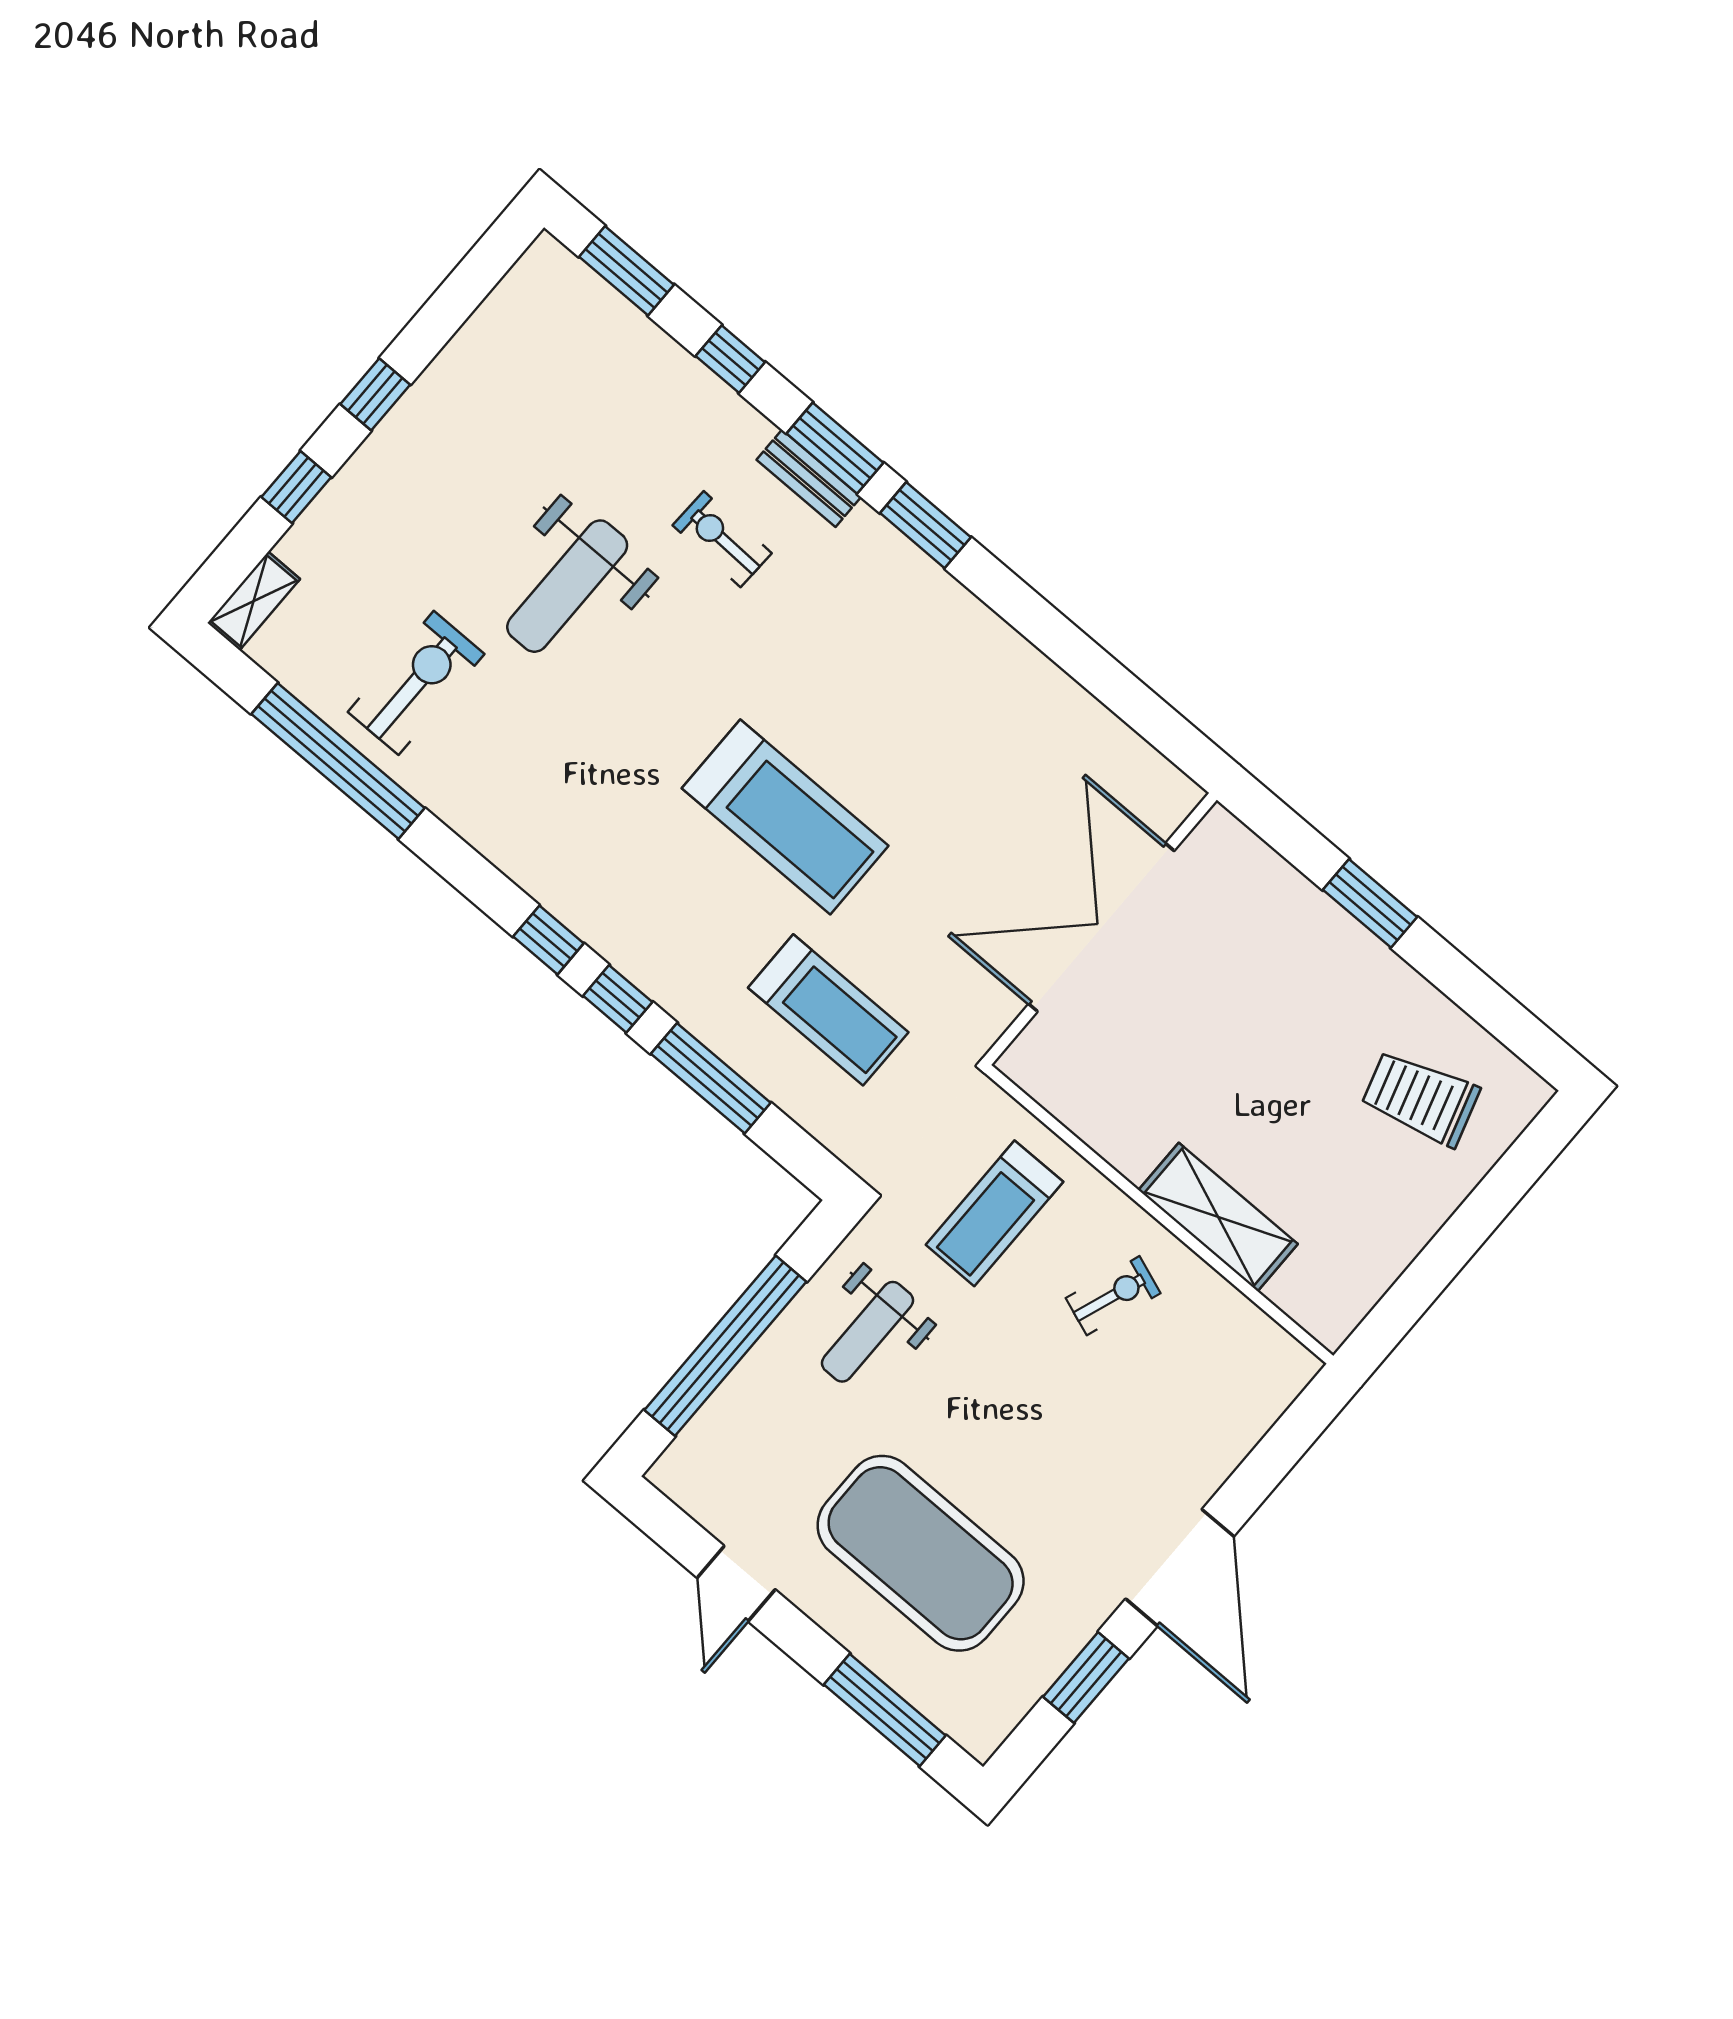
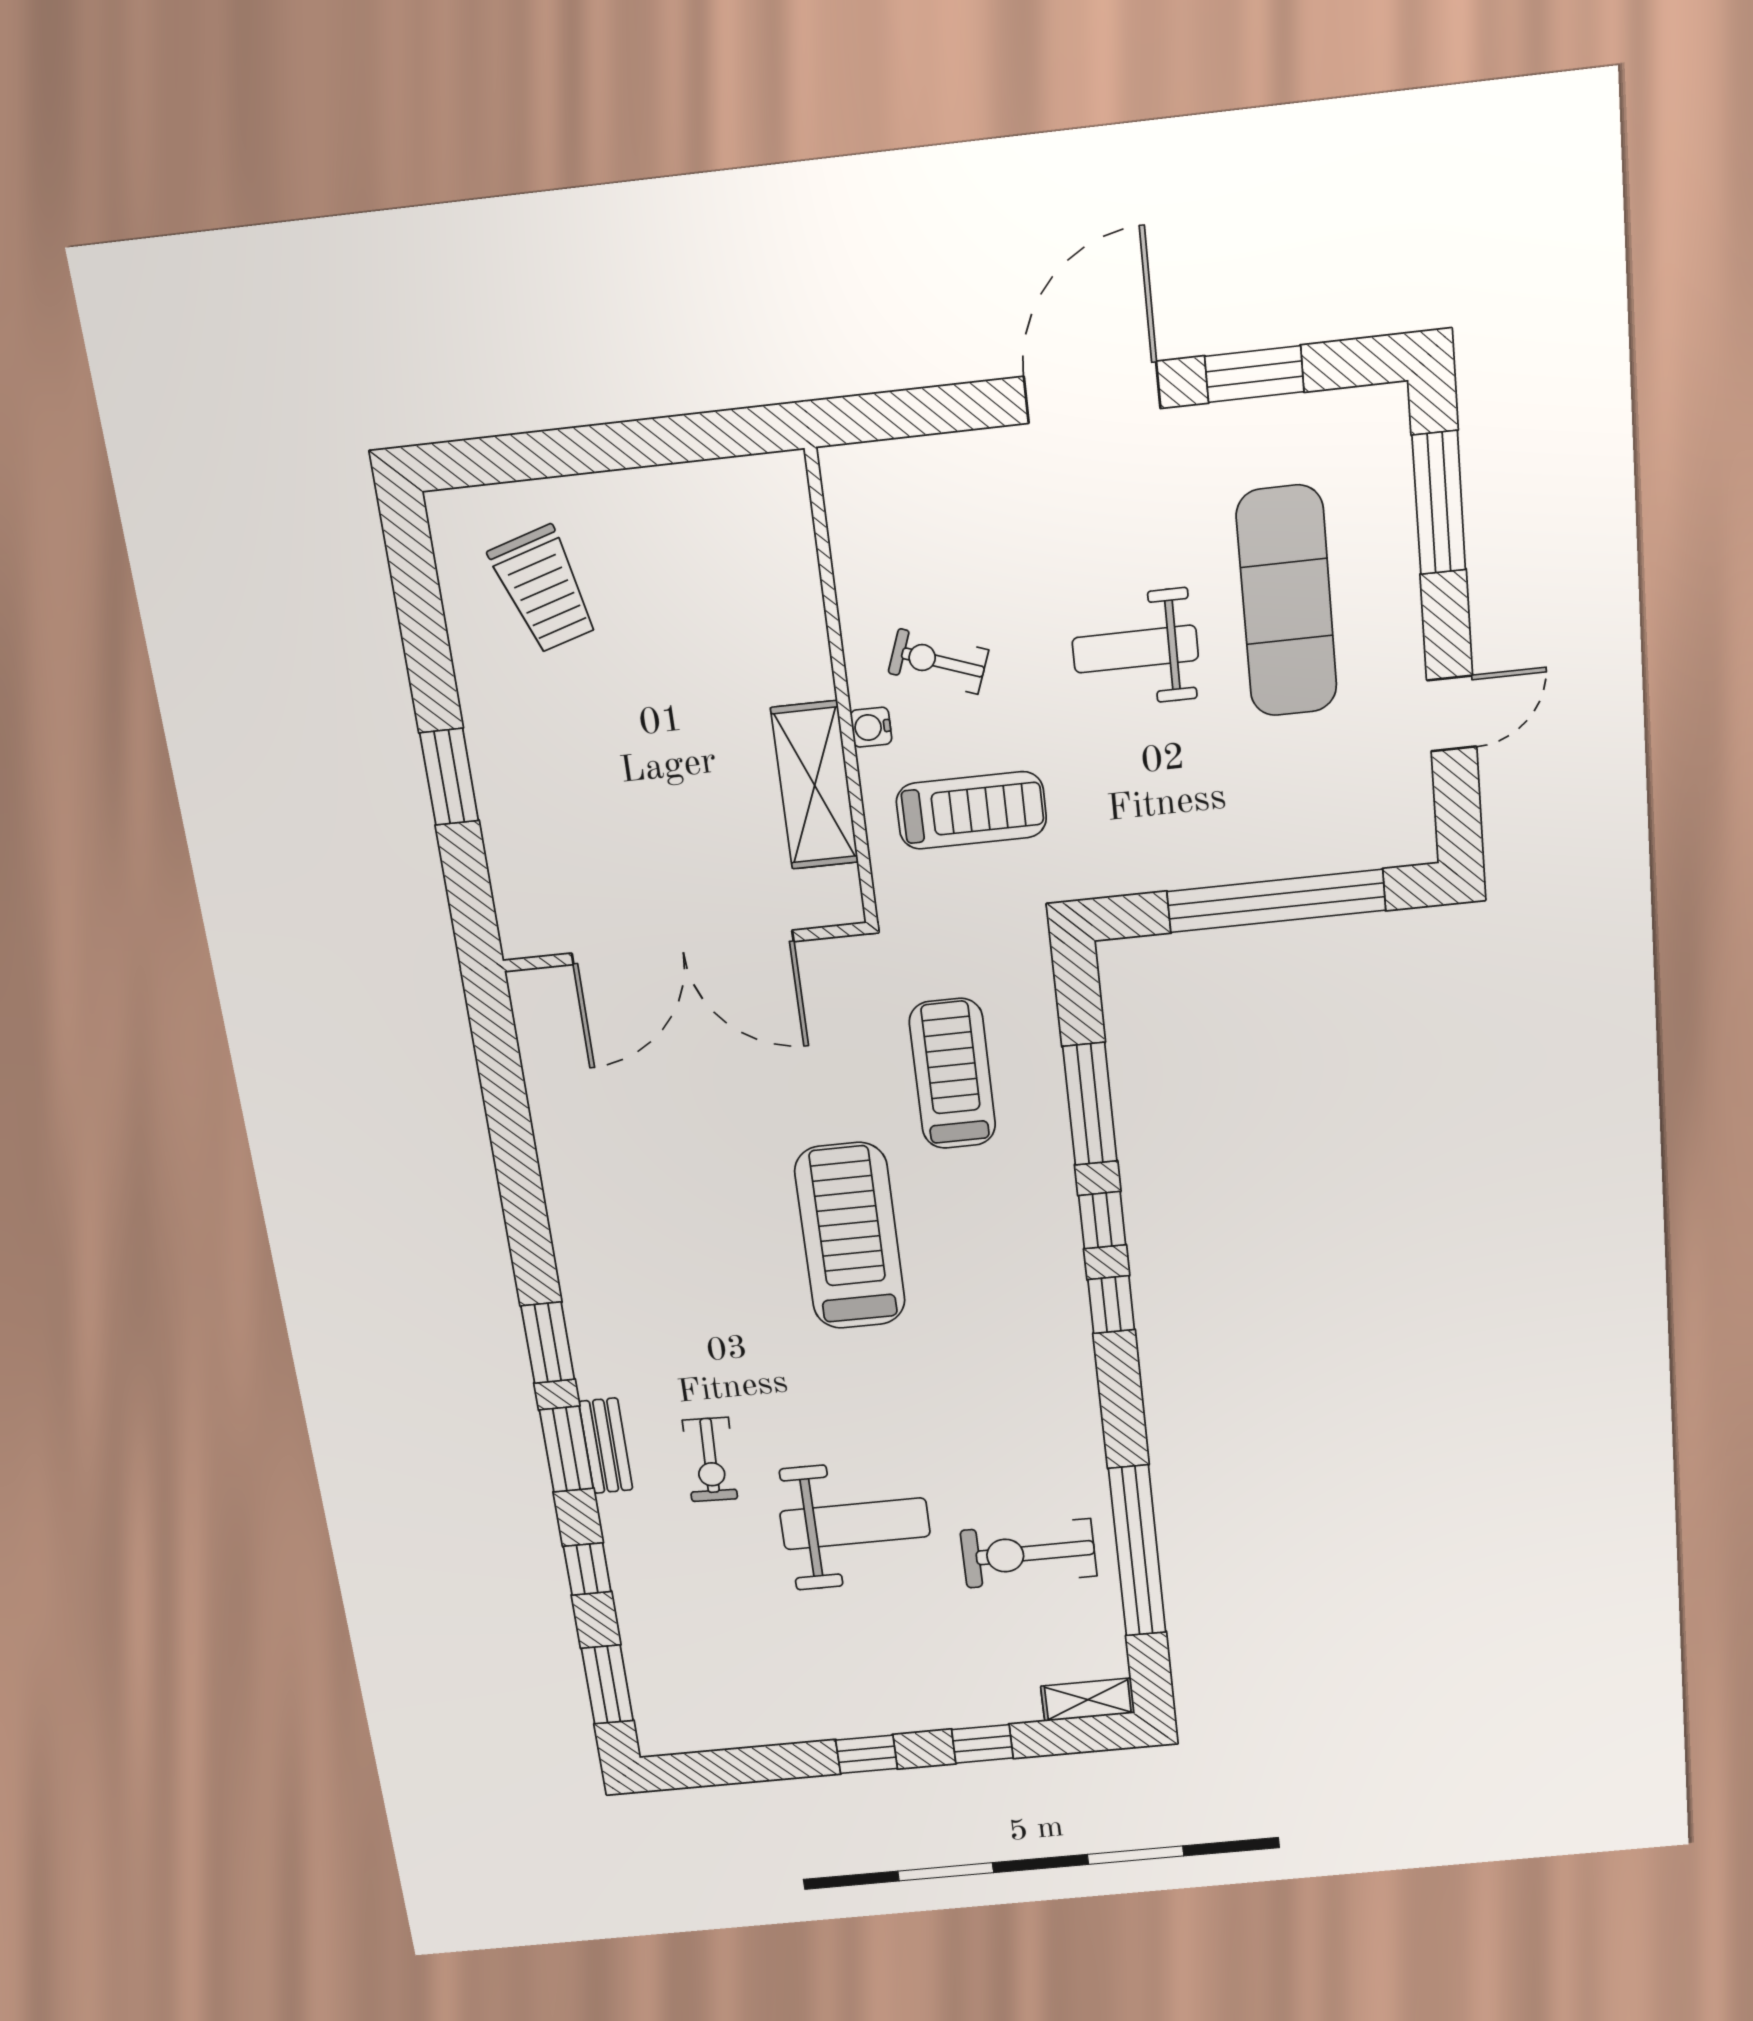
water cooler: (1116, 1208) -> (871, 727), added
shelving: (1218, 1217) -> (815, 785), moved
weight bench: (867, 1332) -> (1135, 649), moved, turned 180
exercise mat: (921, 1553) -> (1287, 601), width x0.68

